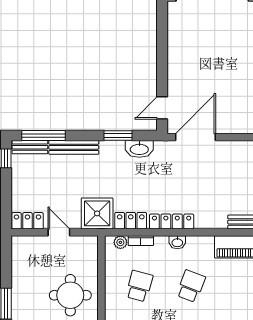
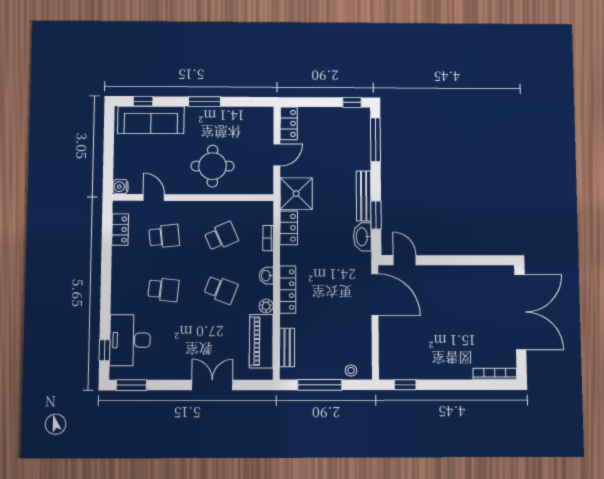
bench: (30, 147) -> (363, 126), removed
bench: (74, 147) -> (364, 196), moved
locker: (172, 222) -> (288, 290), moved
plant: (120, 242) -> (266, 306), moved
school desk: (139, 286) -> (221, 236), turned -39

